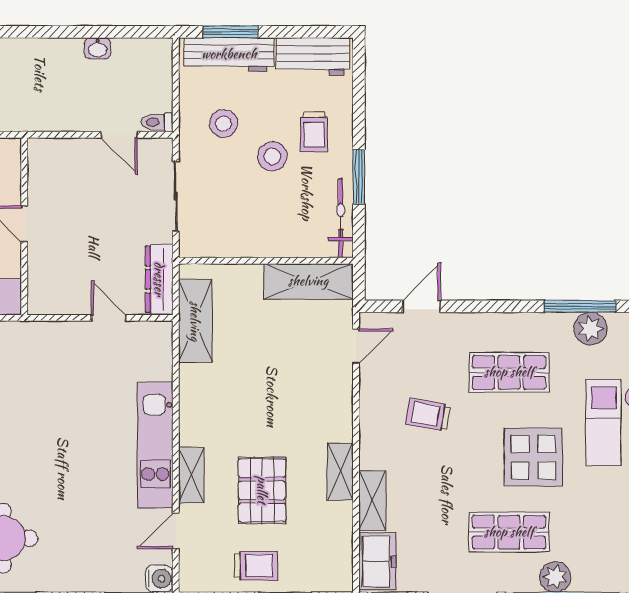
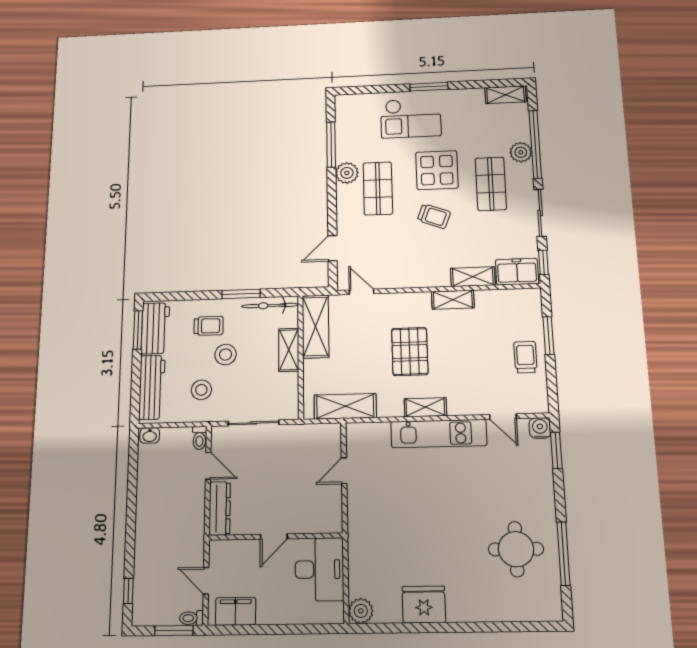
window: (230, 32) -> (138, 330), moved
washbasin: (97, 48) -> (150, 435), moved, turned 90
door: (119, 135) -> (208, 466), hinge flipped
shelving: (276, 244) -> (289, 350), added
dresser: (159, 279) -> (220, 508), moved, turned -90
door: (422, 306) -> (332, 248), hinge flipped
plant: (591, 329) -> (347, 173), moved
trolley: (428, 415) -> (434, 216), moved, turned -79
shelving: (191, 475) -> (425, 407), moved
pallet: (262, 490) -> (410, 351), moved, turned 90

